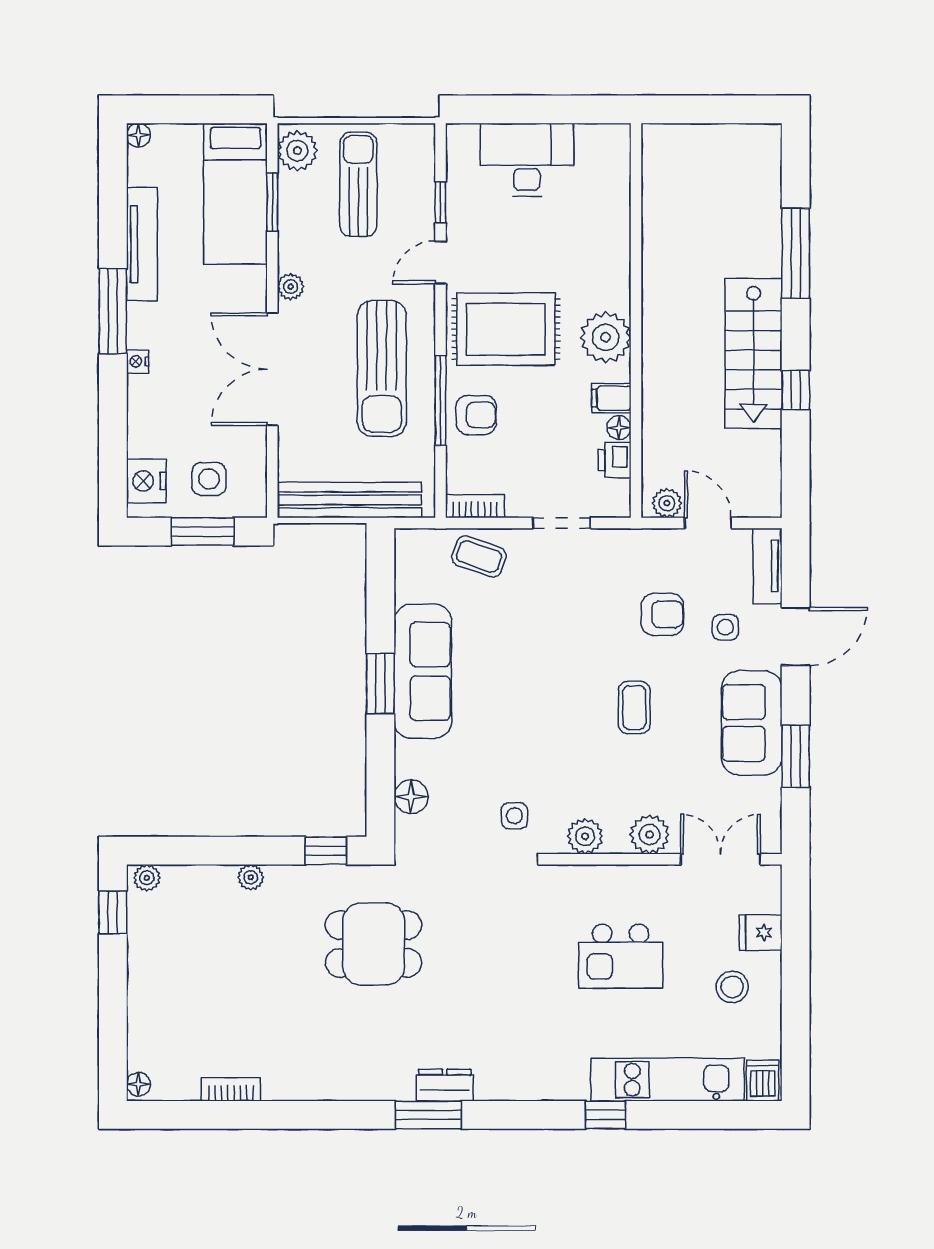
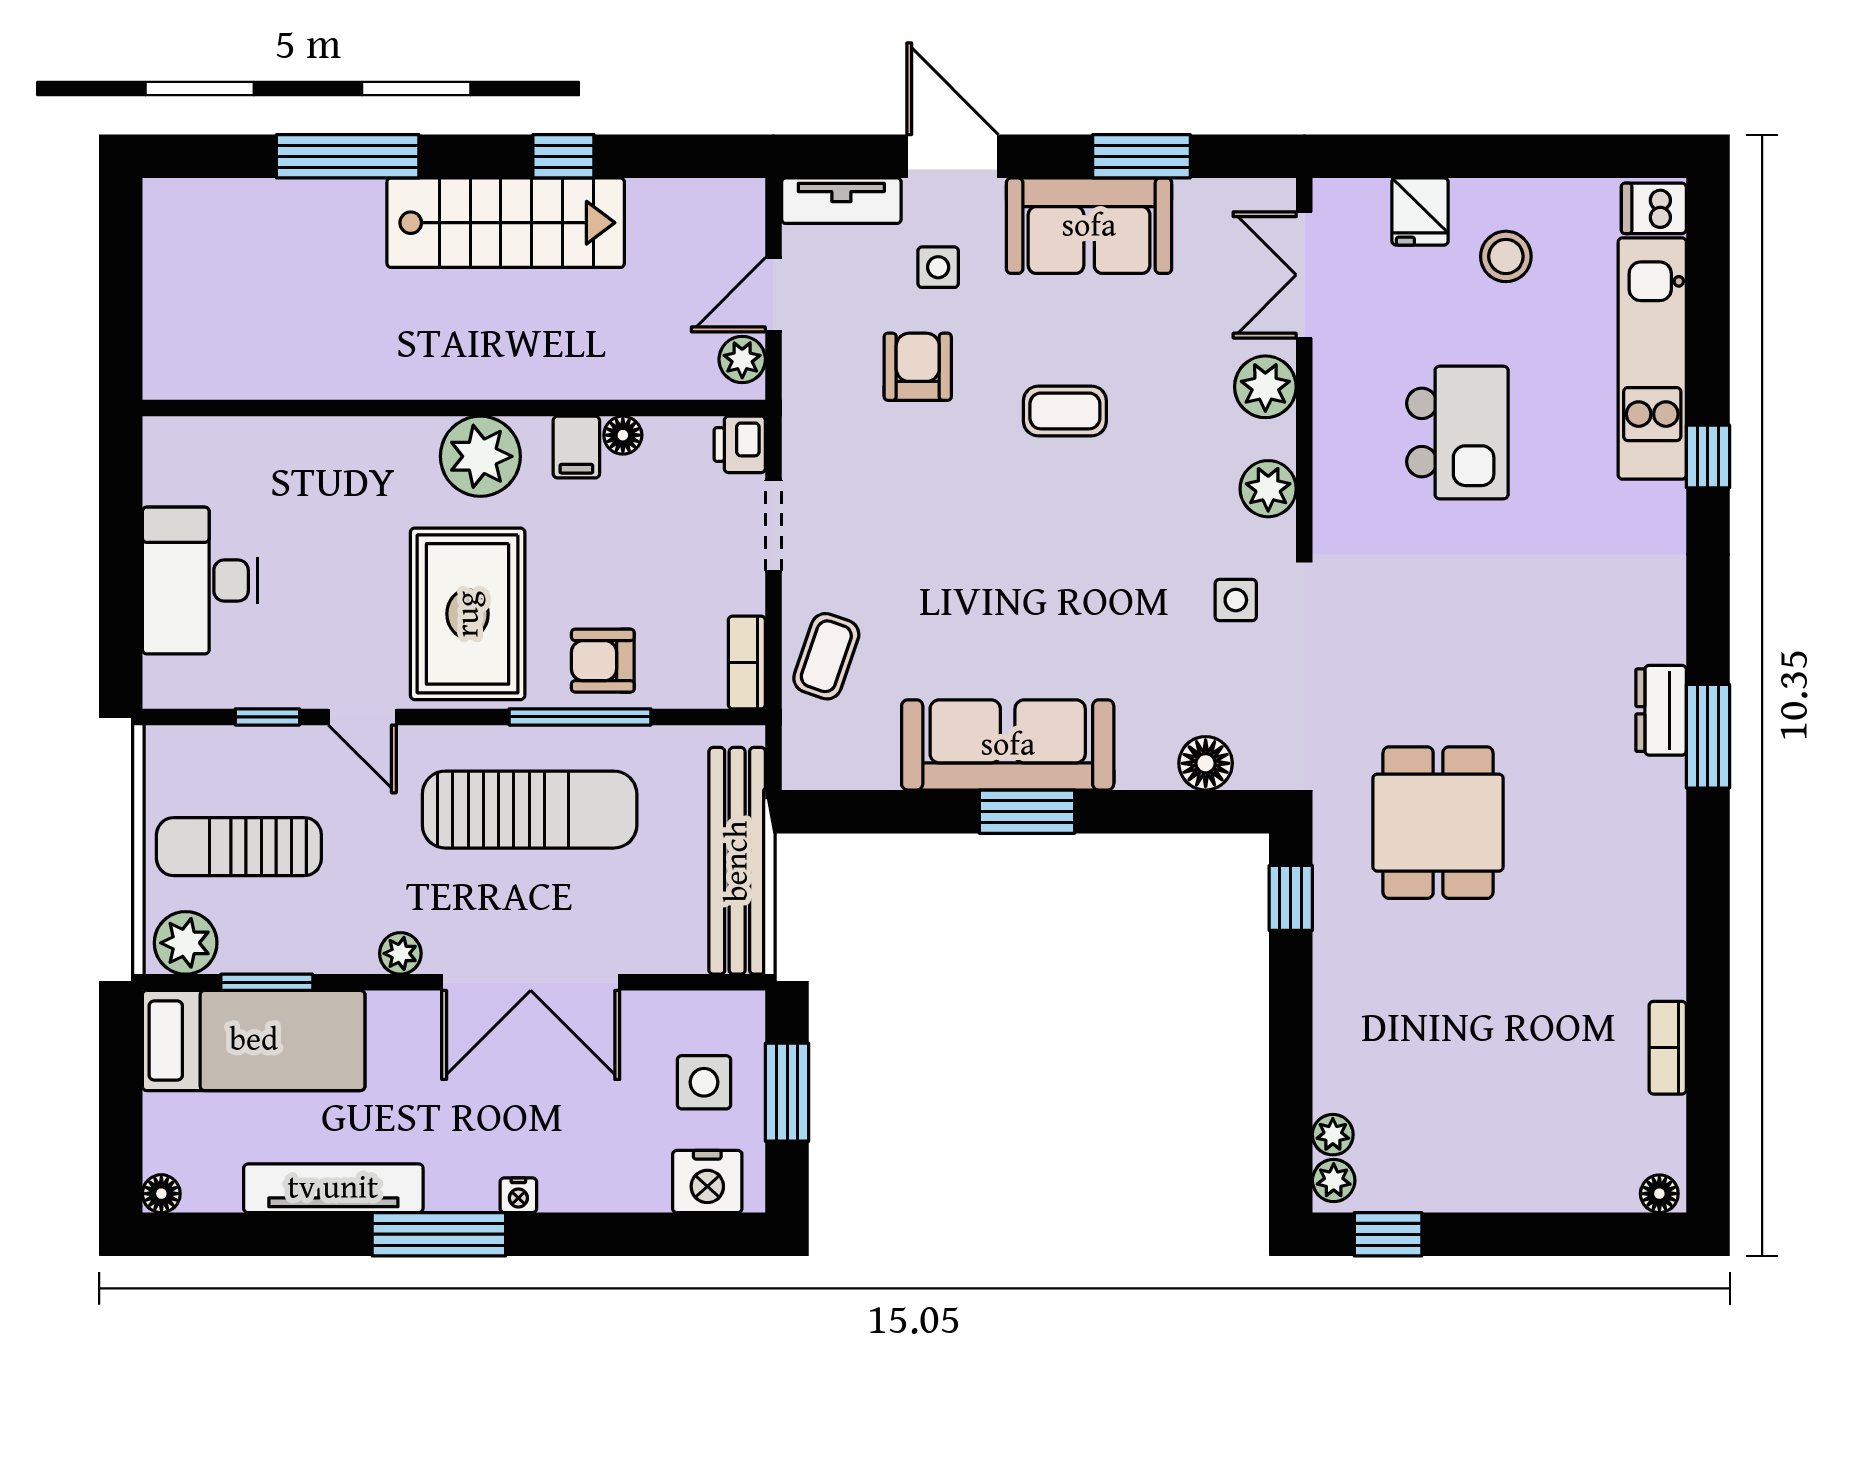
armchair: (476, 415) -> (603, 661), turned -90
printer: (615, 460) -> (740, 444), moved, turned 90
plant: (251, 877) -> (1333, 1135), moved

